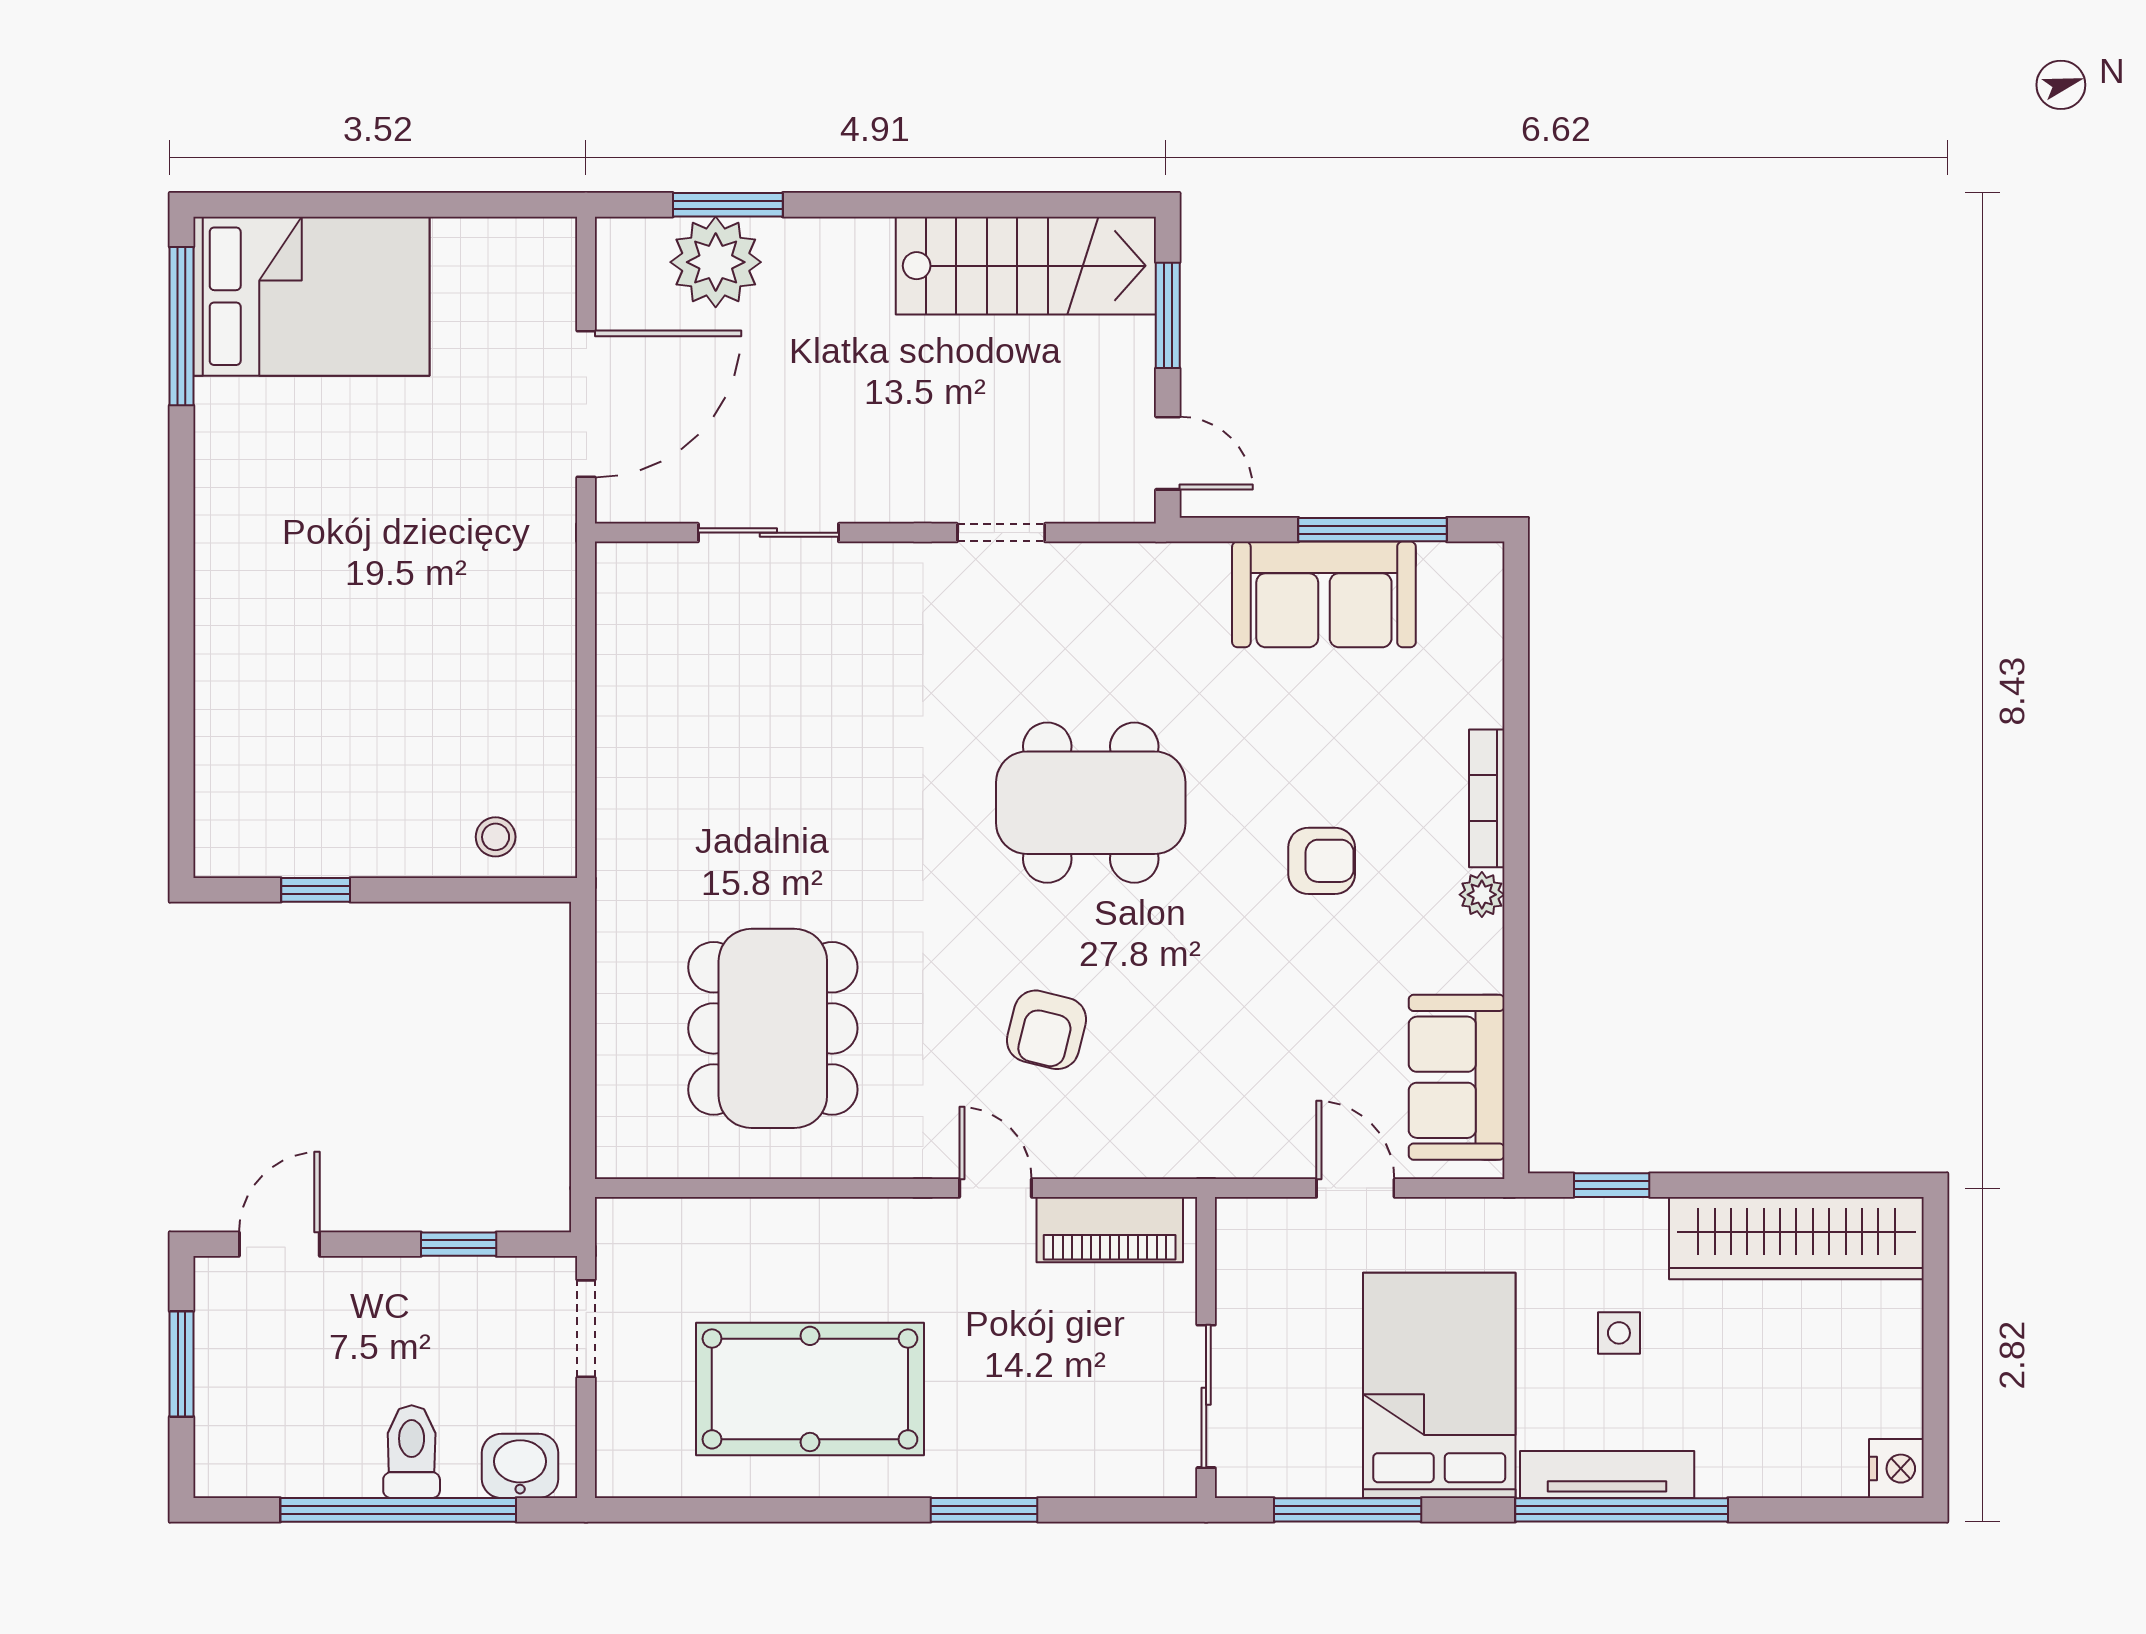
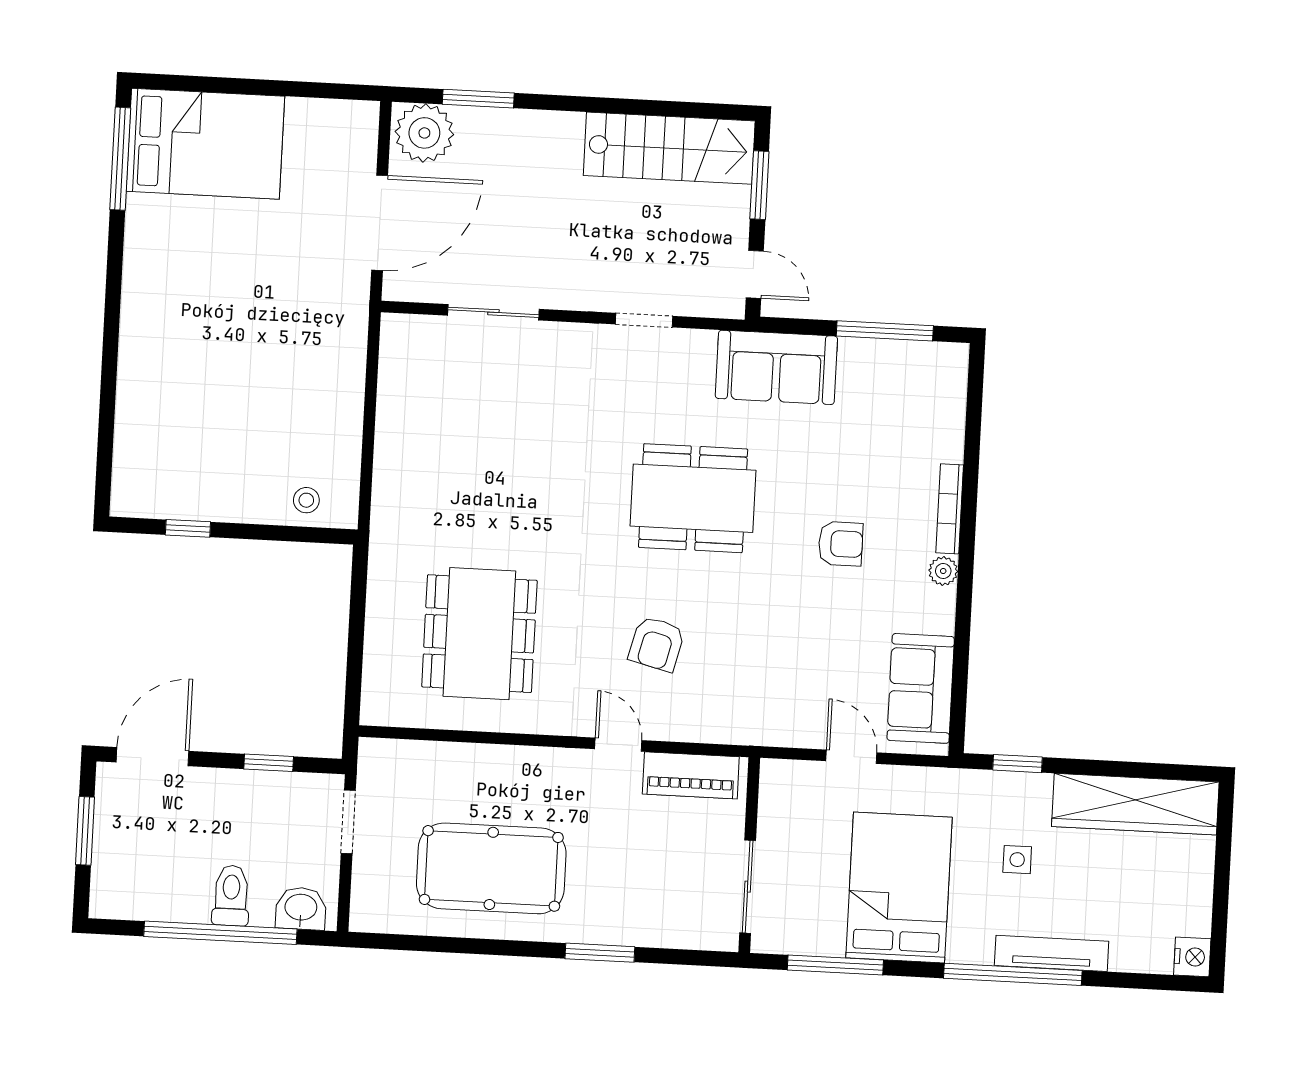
plant: (716, 262) -> (424, 133), moved
sofa: (1324, 594) -> (776, 367), moved
door: (279, 1244) -> (152, 757), width x1.38
tv unit: (1607, 1475) -> (1052, 953), moved

